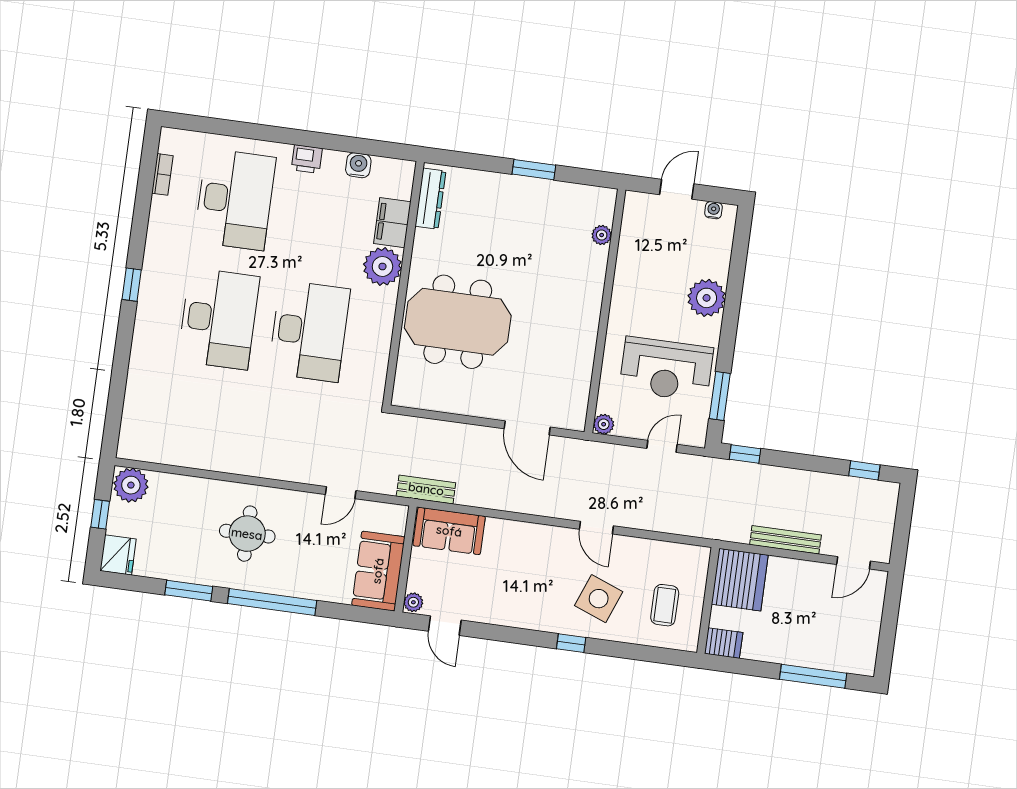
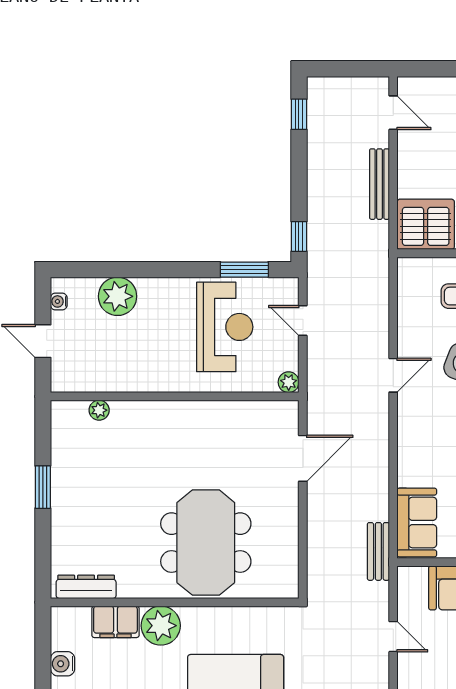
plant: (707, 298) -> (118, 296), moved

